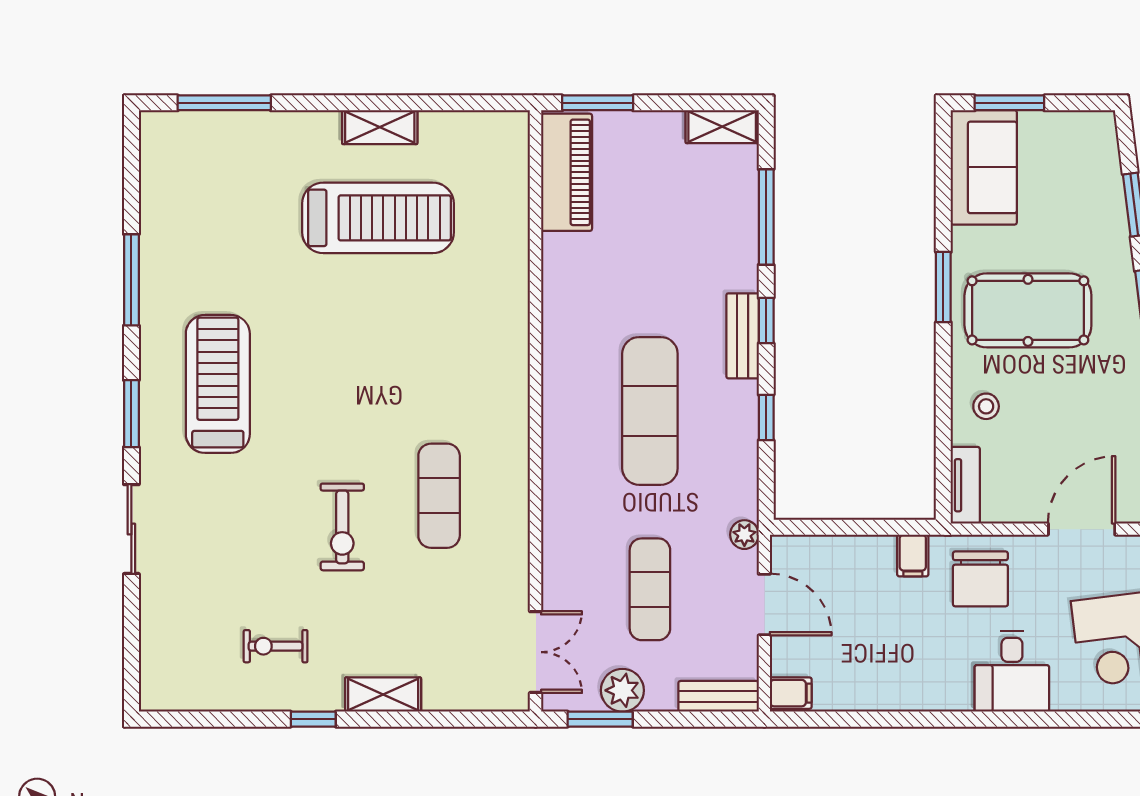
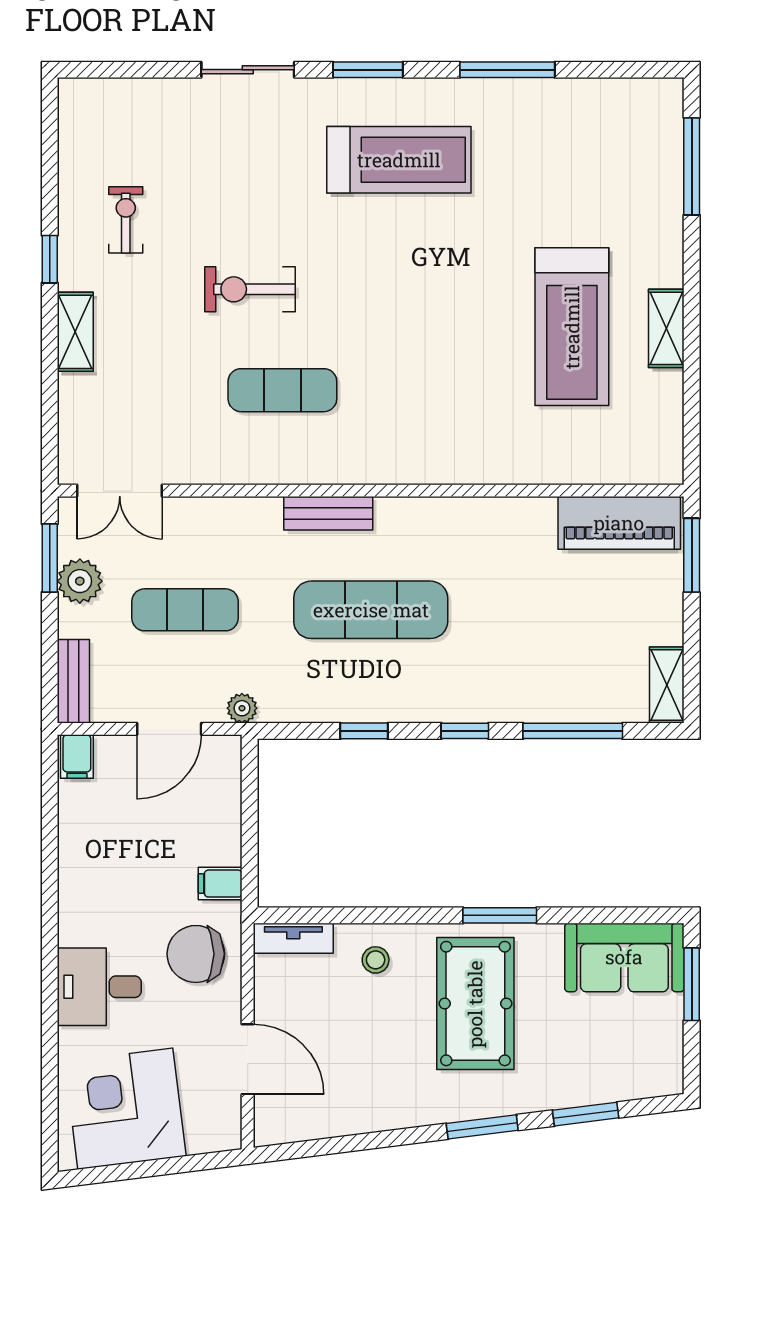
bench: (743, 336) -> (328, 513), moved

